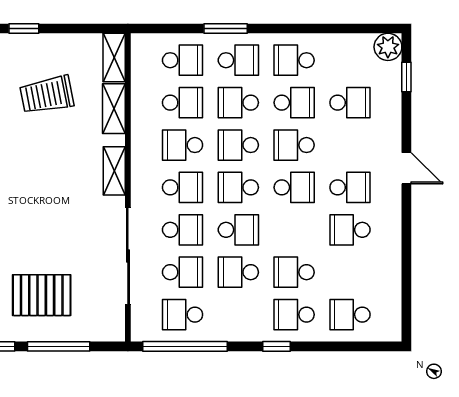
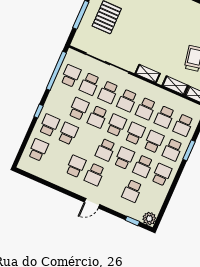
school desk: (183, 145) -> (146, 109), turned 180

